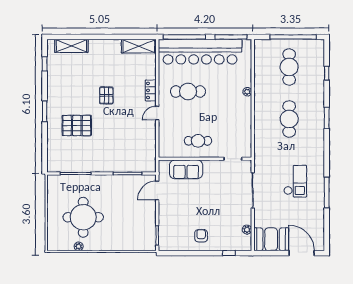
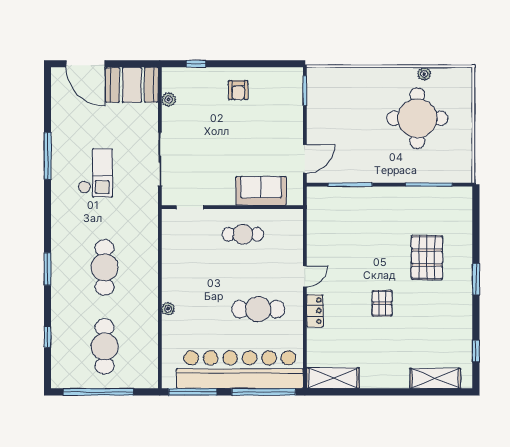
pallet: (77, 126) -> (427, 258), turned 90
checkout: (295, 181) -> (95, 173), turned 180

